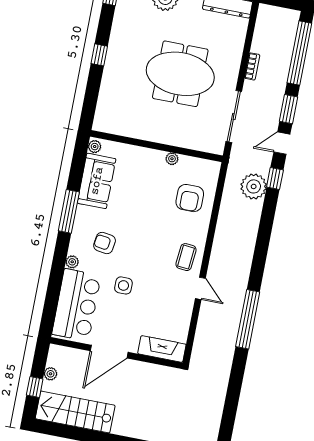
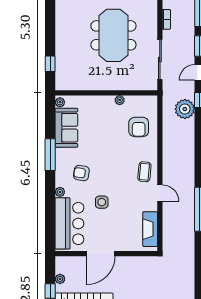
window: (99, 55) -> (50, 64), moved
meeting table: (180, 74) -> (113, 35), turned 90
fireplace: (162, 349) -> (150, 229), moved, turned -90

